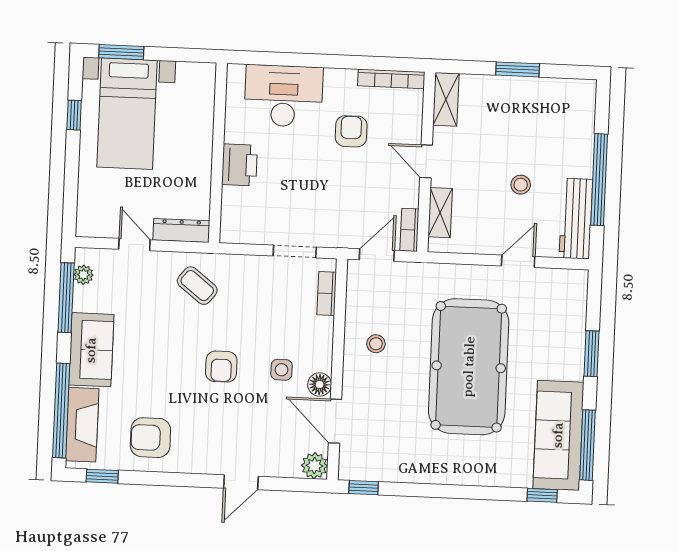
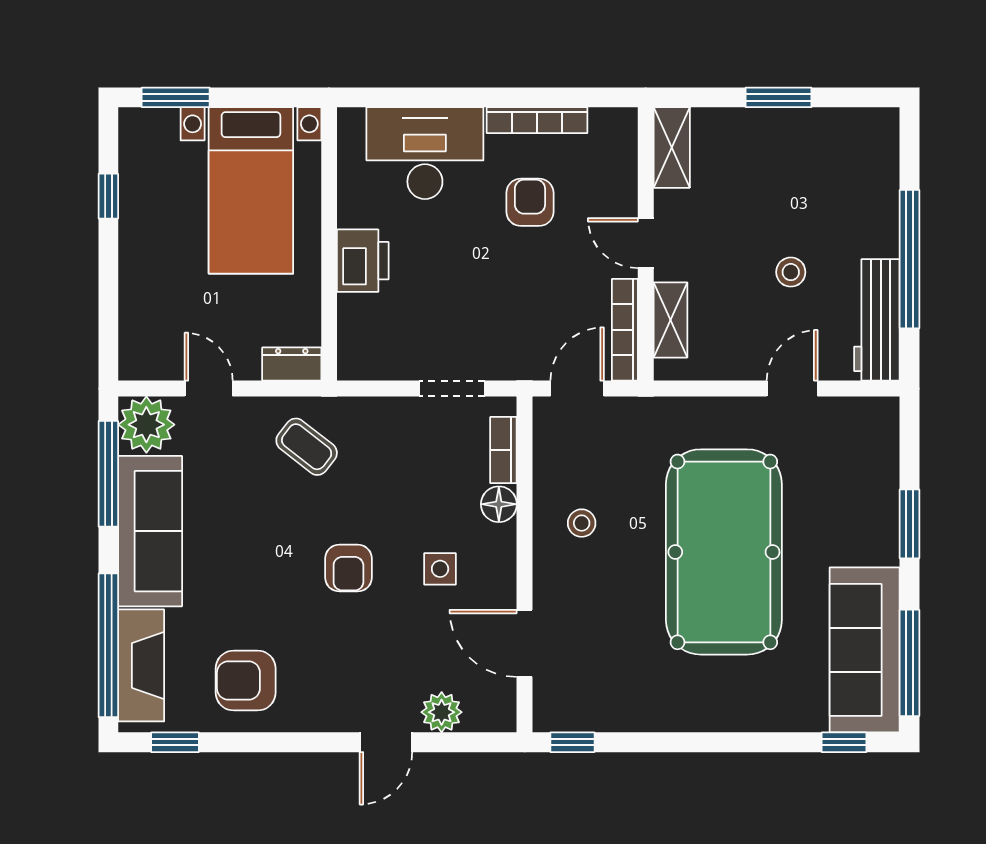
bookcase: (391, 79) -> (537, 120), moved
bed with nightstands: (127, 114) -> (251, 190), moved
dresser: (181, 230) -> (292, 364), width x0.70
bookcase: (409, 230) -> (625, 330), width x1.56
plant: (83, 275) -> (146, 425), width x1.88, depth x1.88
sofa: (91, 350) -> (150, 531), width x1.36
floor lamp: (320, 384) -> (499, 504), moved
plant: (314, 466) -> (442, 712), moved

